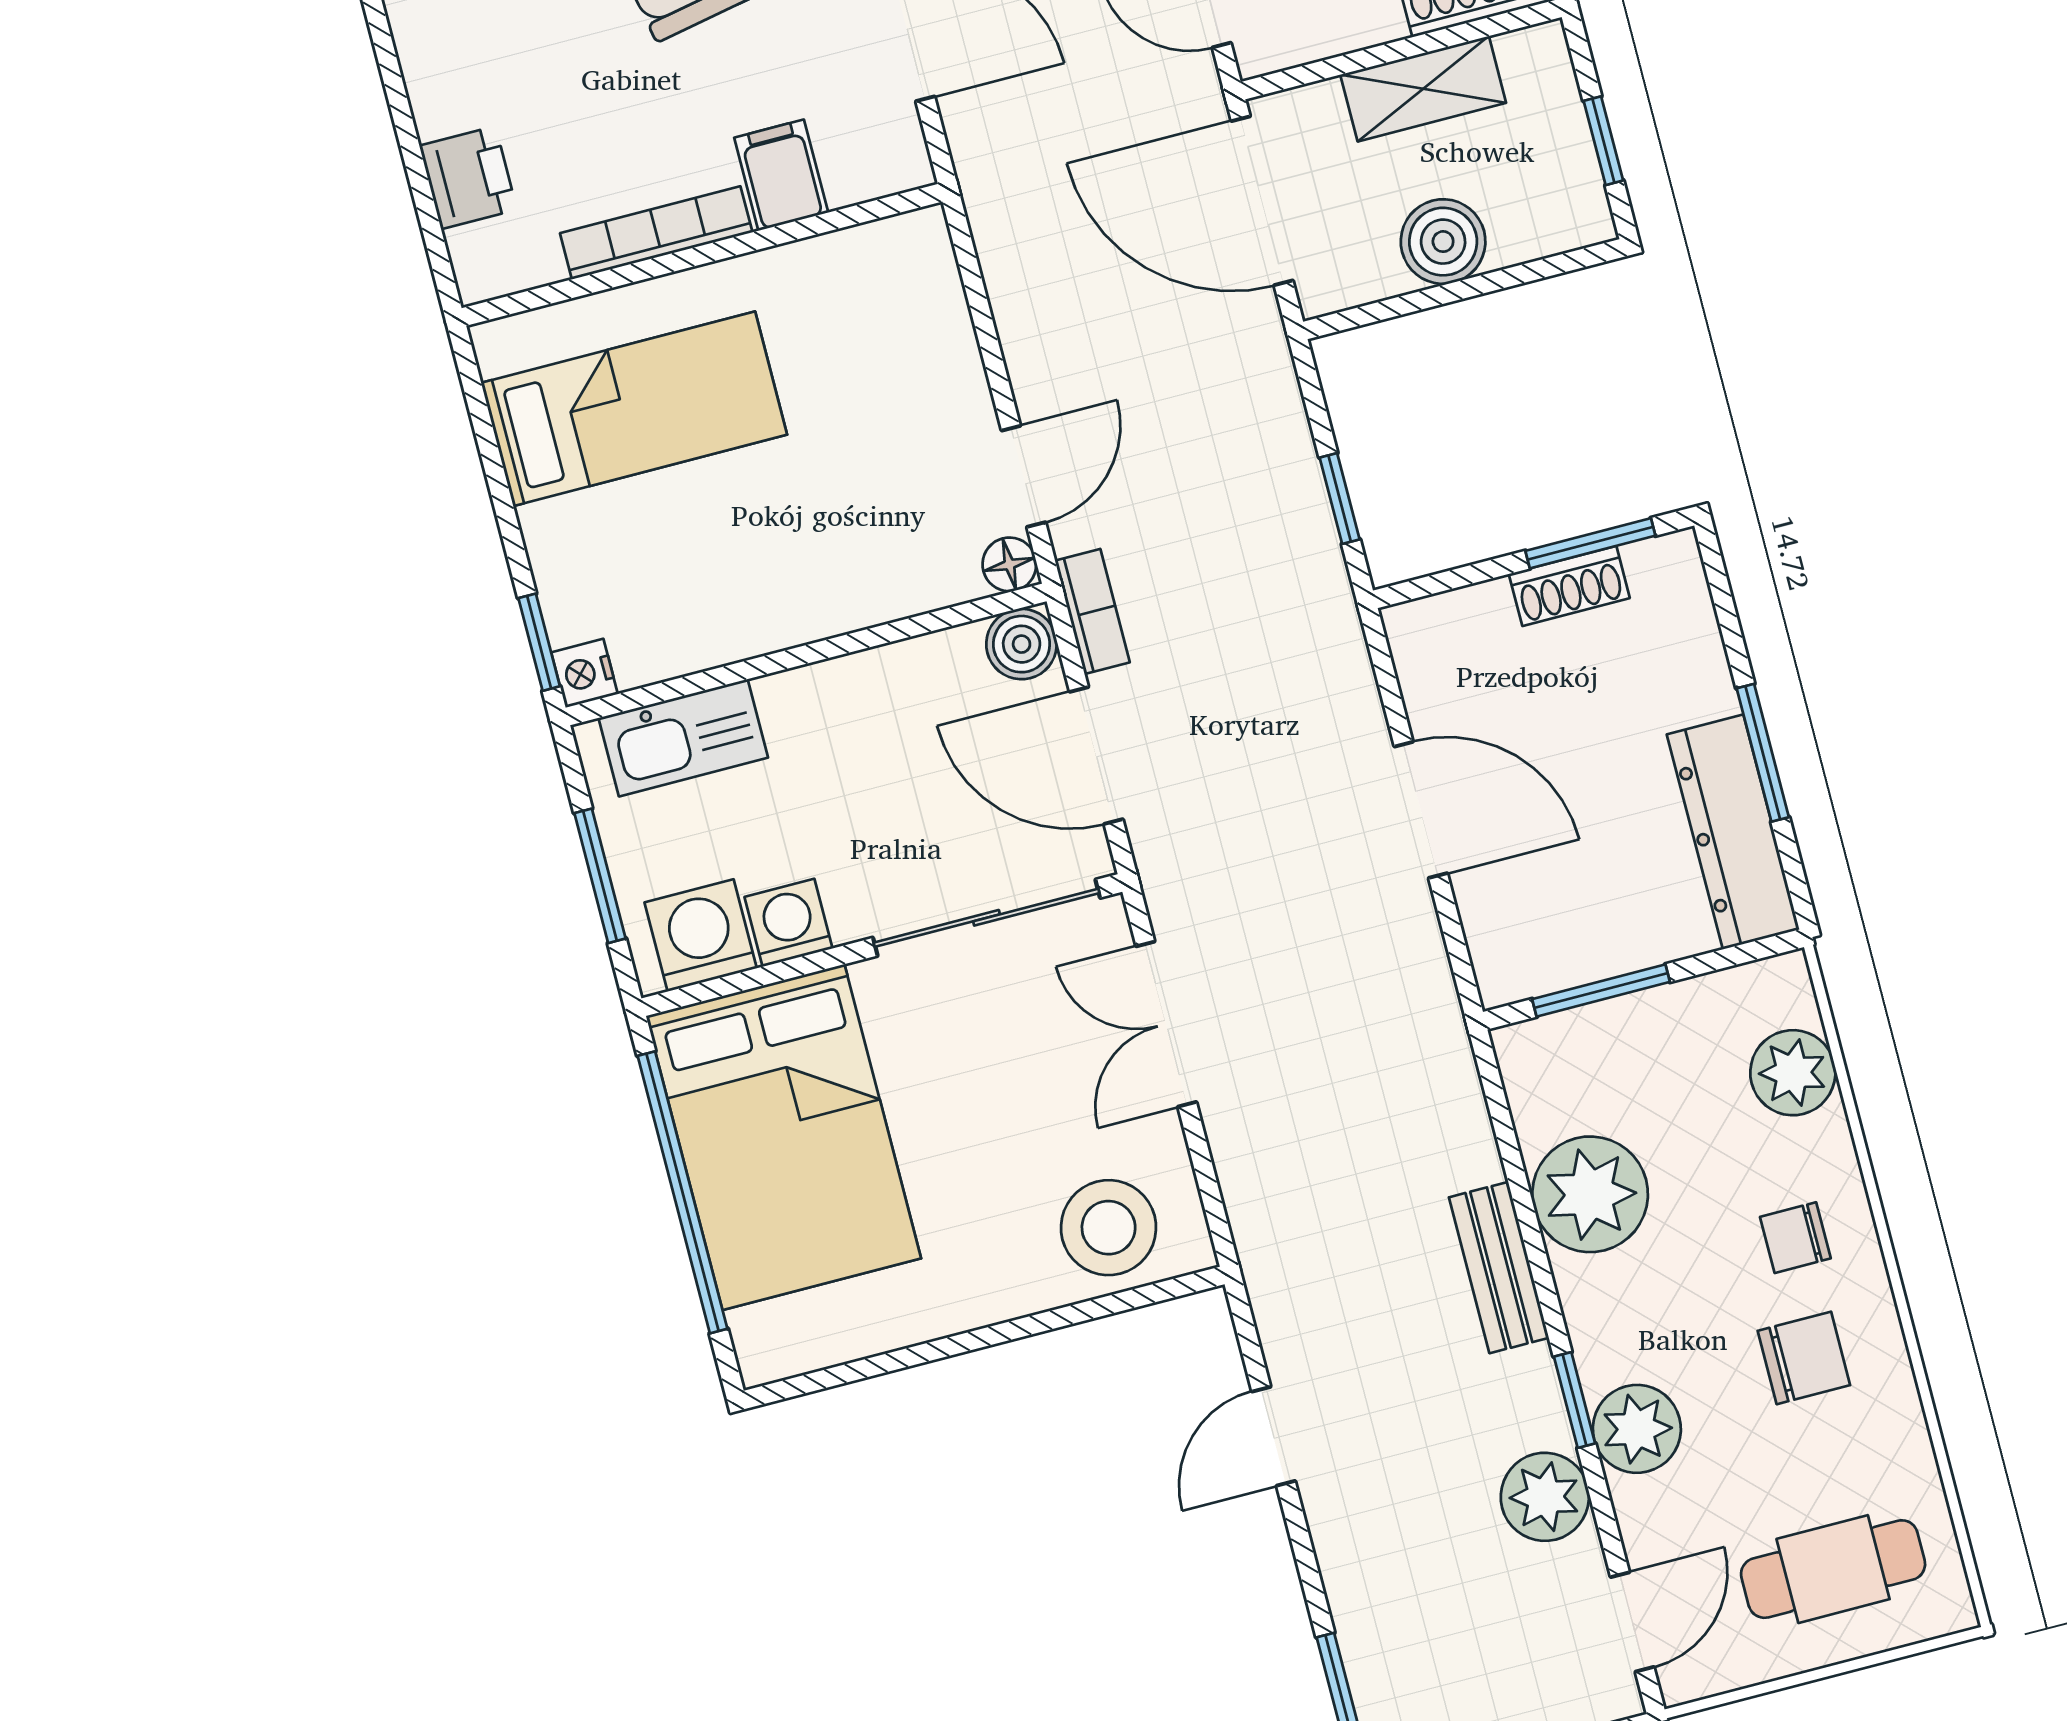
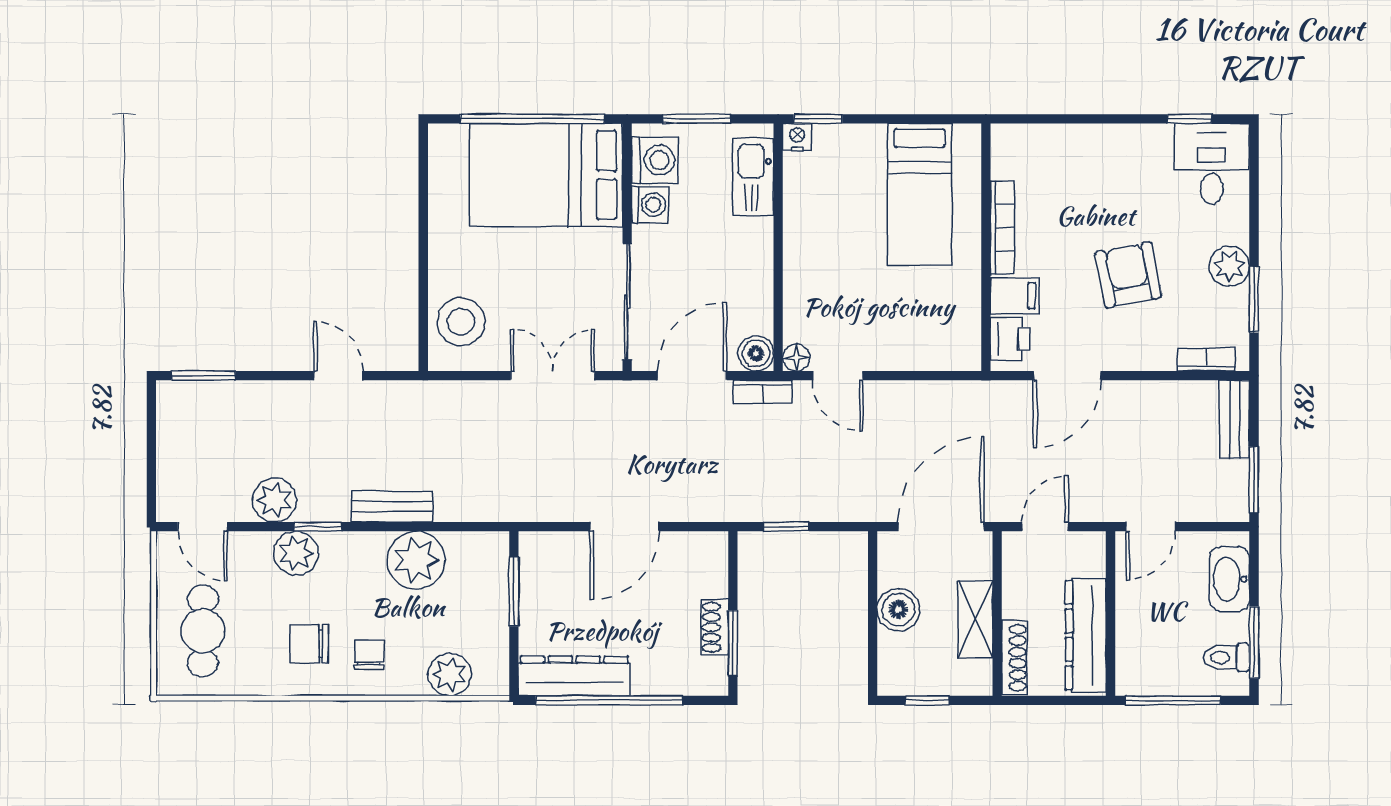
printer: (468, 178) -> (1010, 339), moved, turned -90
window: (1763, 753) -> (609, 700), width x2.11
chair: (1804, 1358) -> (309, 644), turned 90

